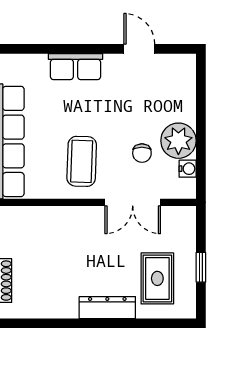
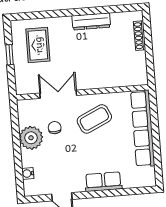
coffee table: (82, 161) -> (94, 119), turned 63
water cooler: (188, 169) -> (28, 173), moved
dresser: (107, 308) -> (91, 21), moved

